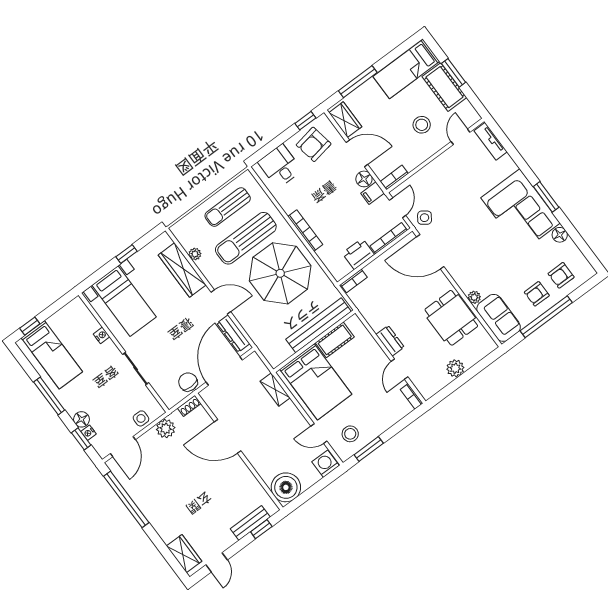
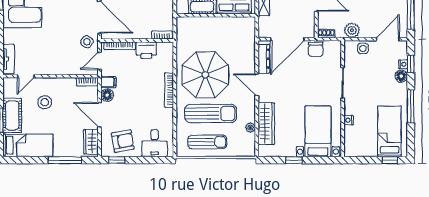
bench: (319, 325) -> (206, 24), removed

